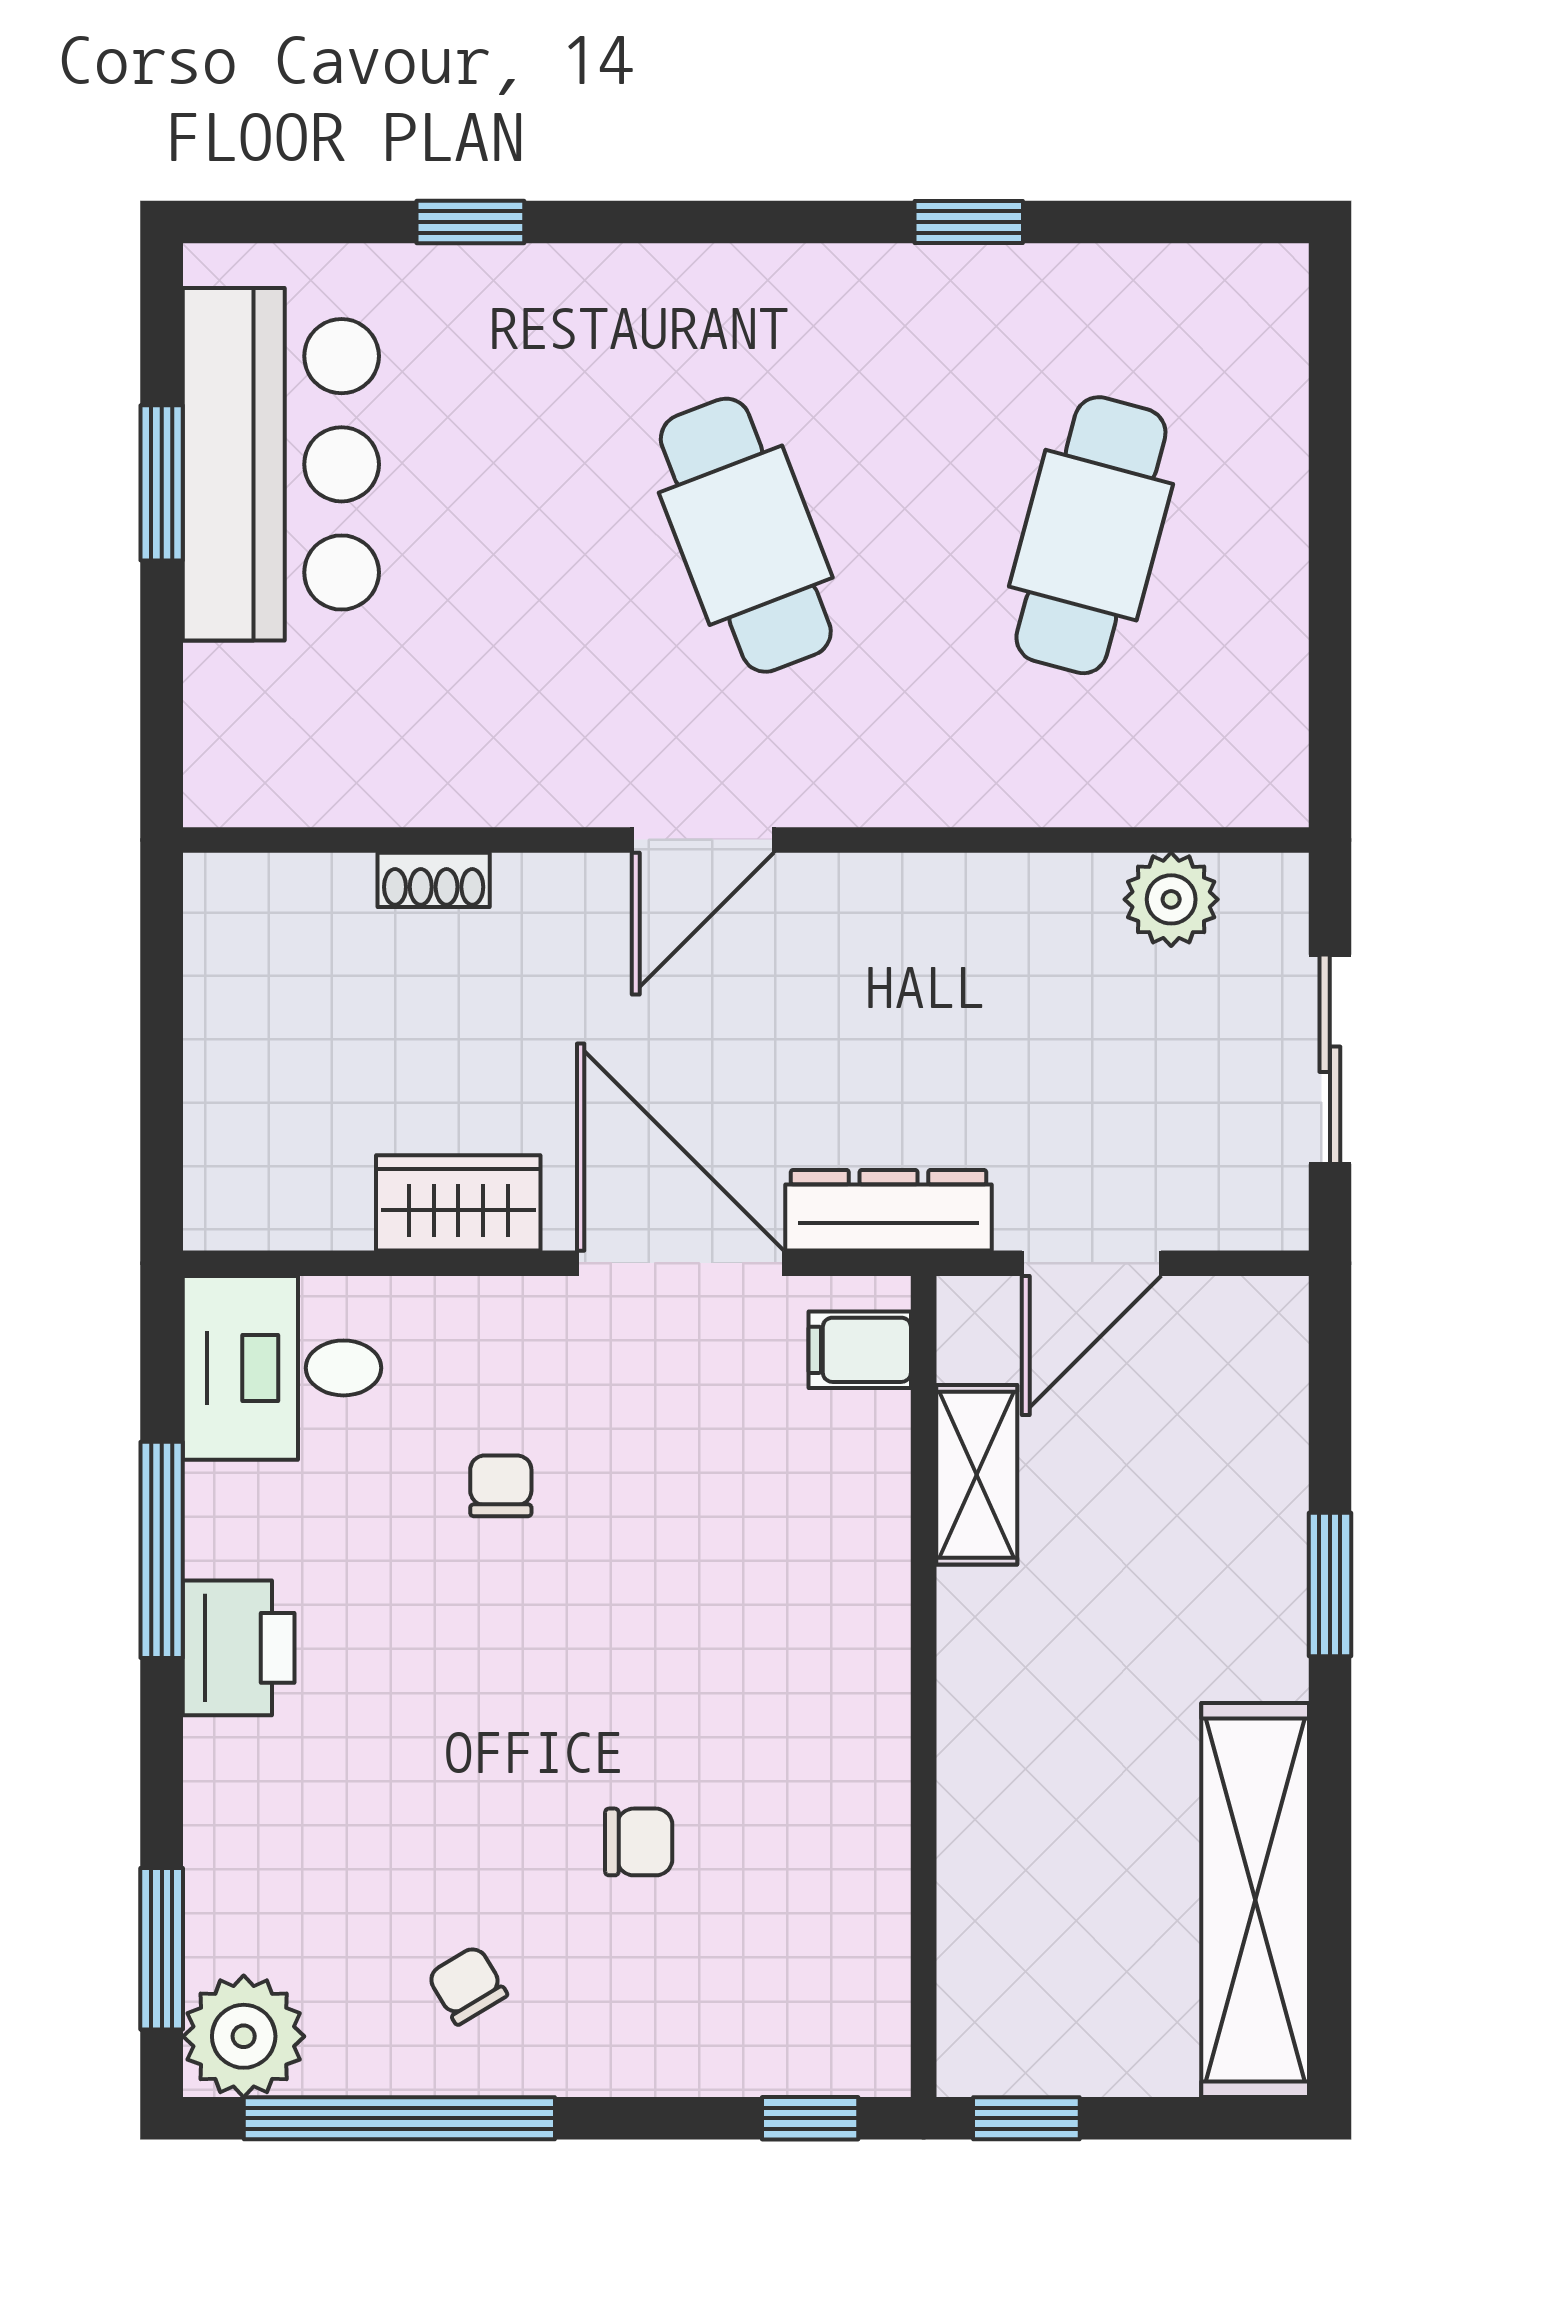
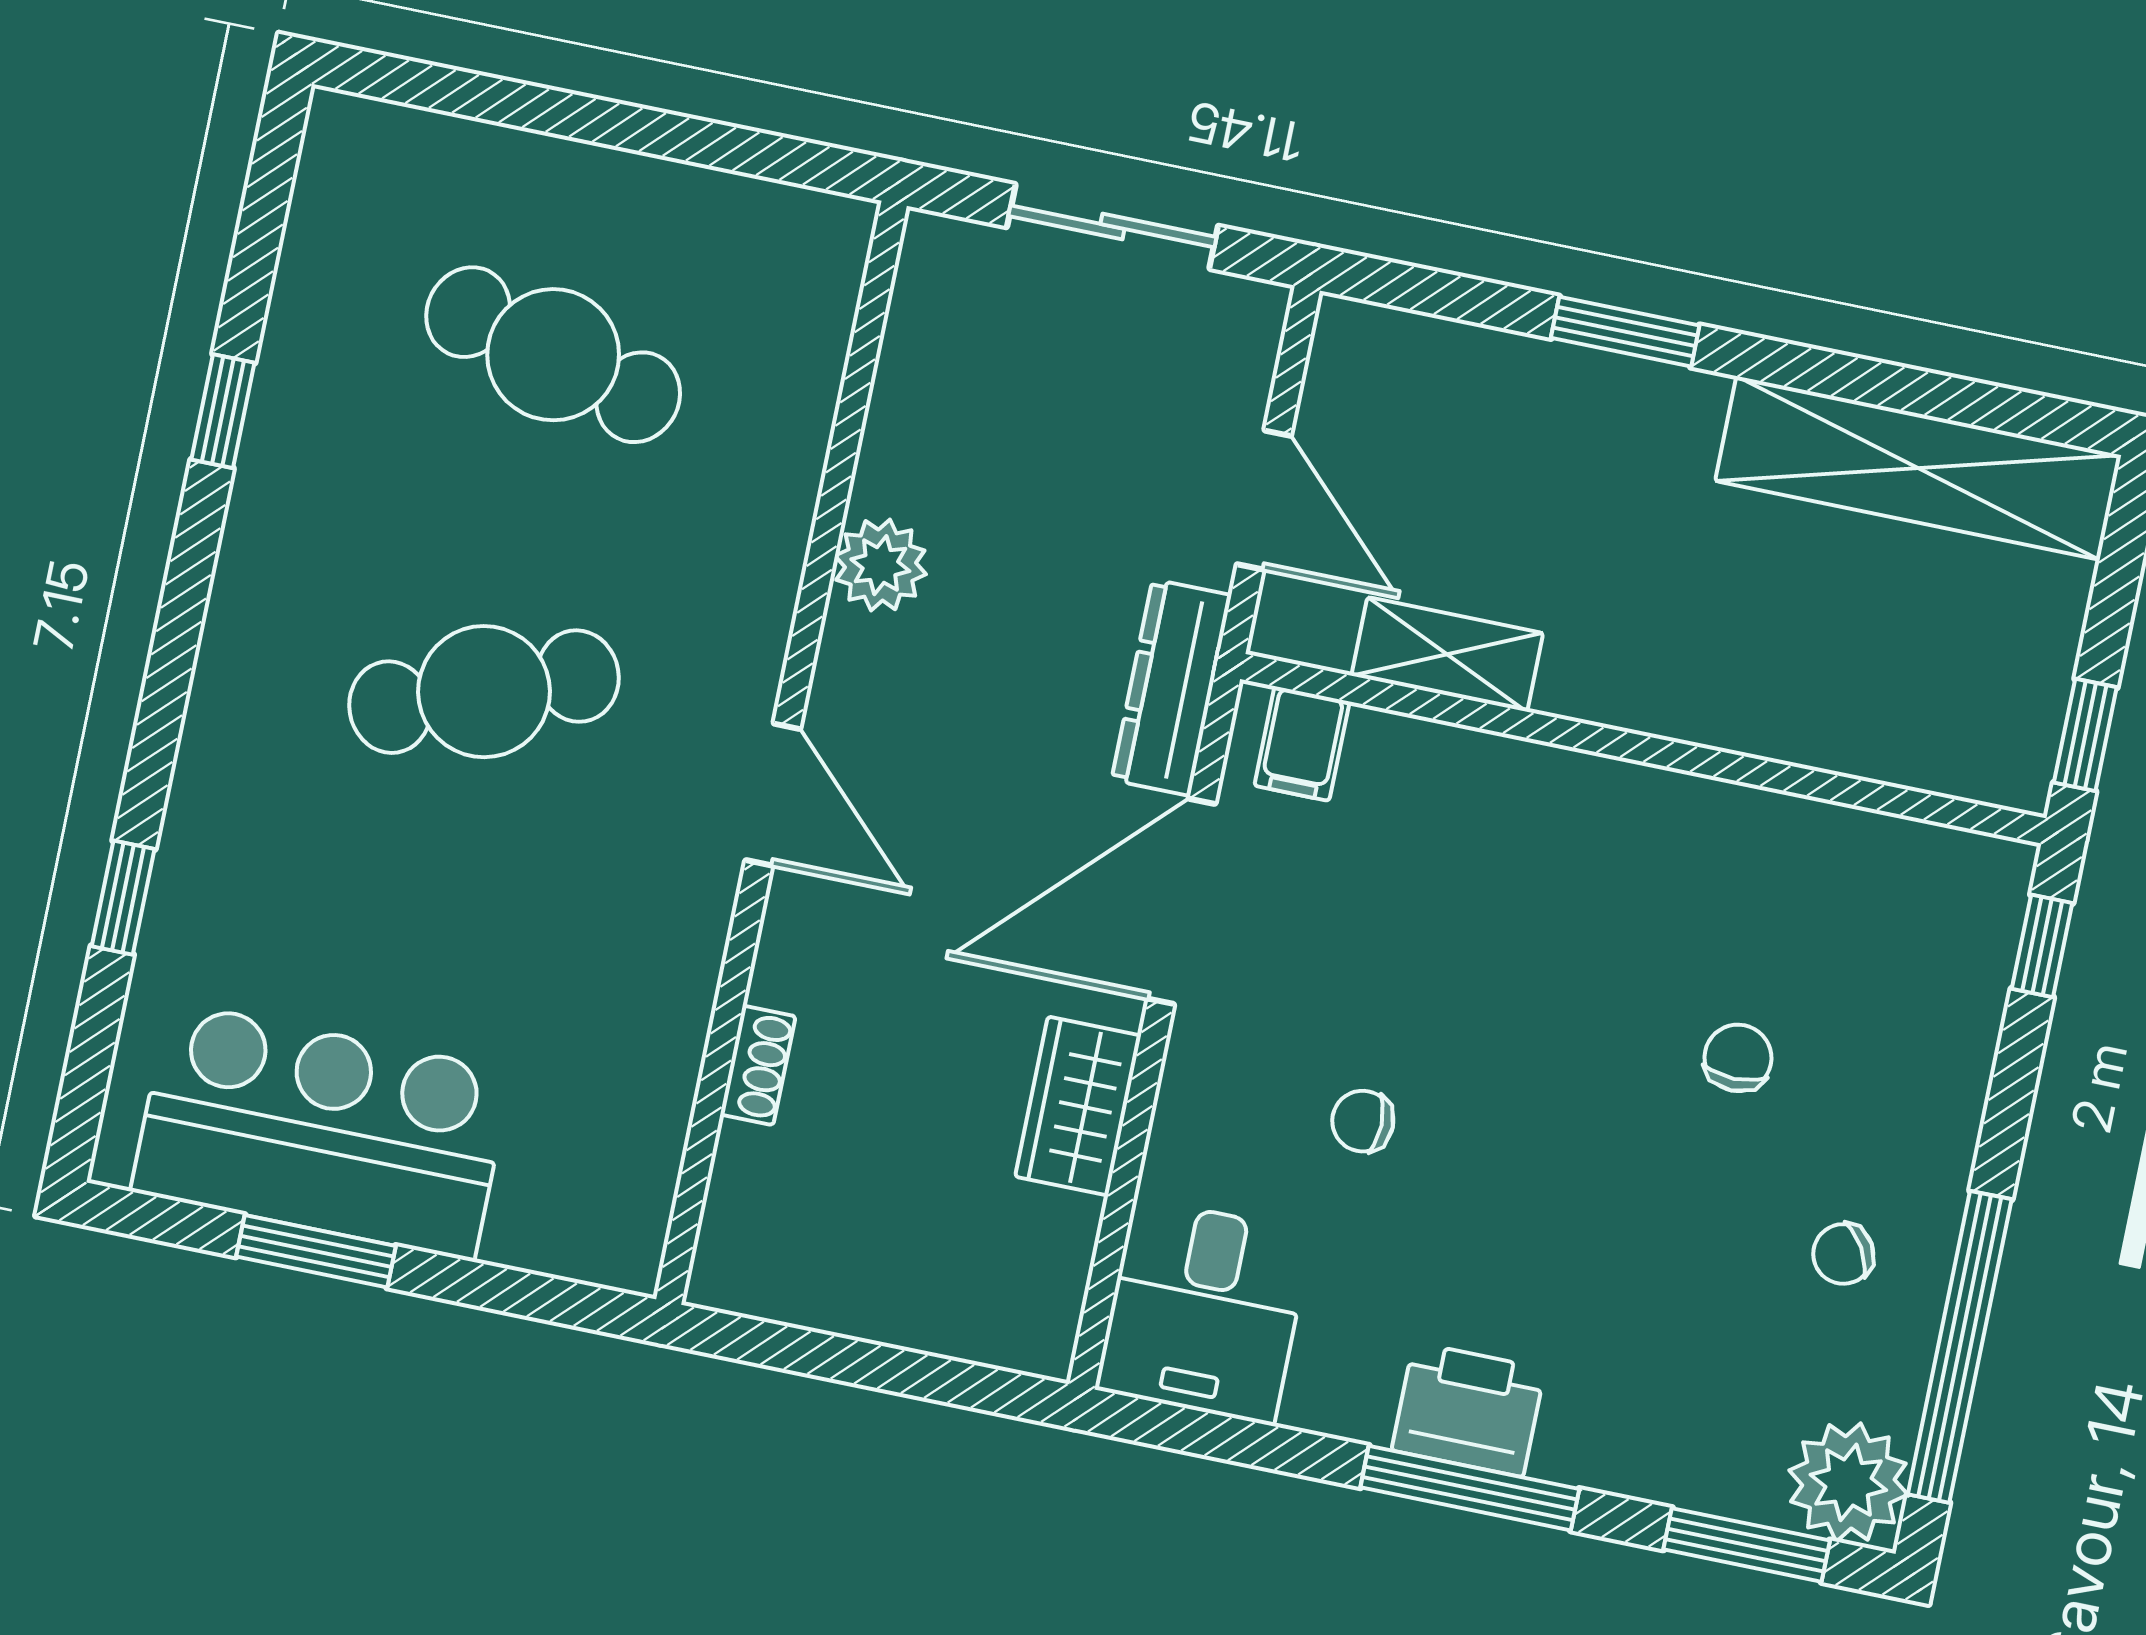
plant: (1171, 899) -> (880, 565), moved
window: (162, 1550) -> (1470, 1488), moved

